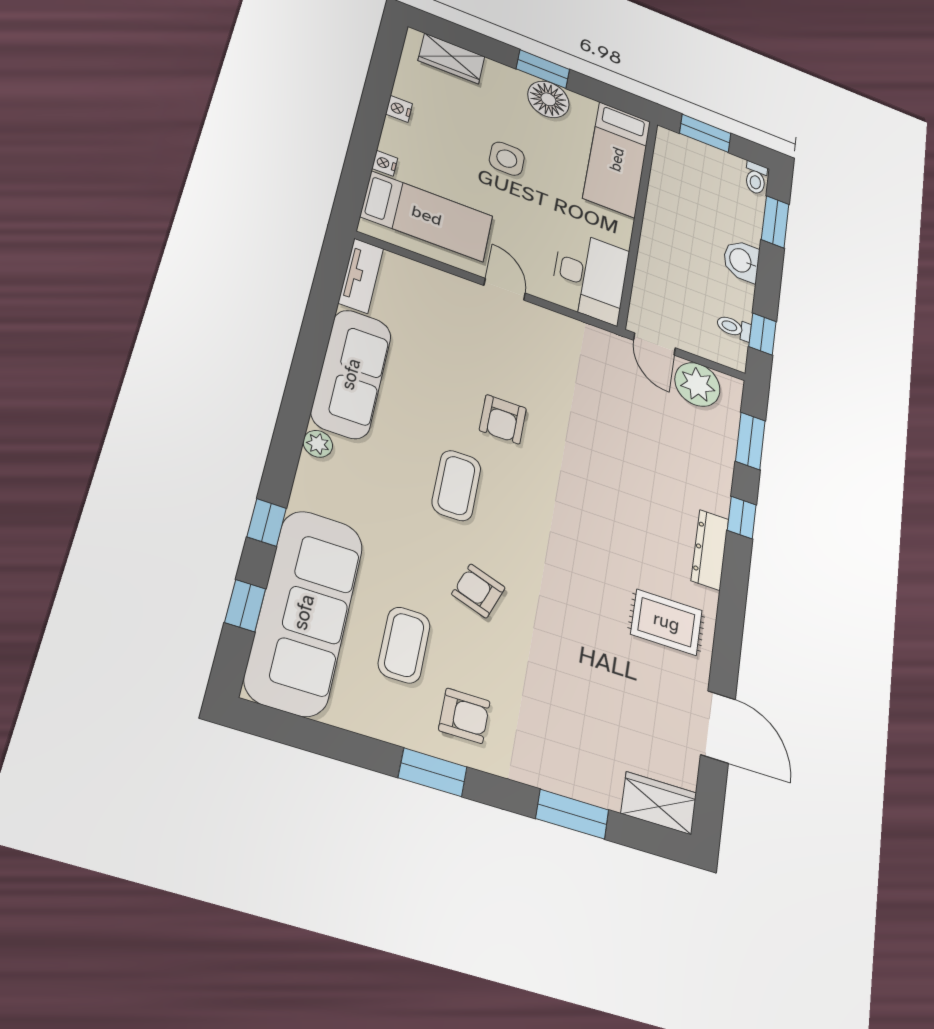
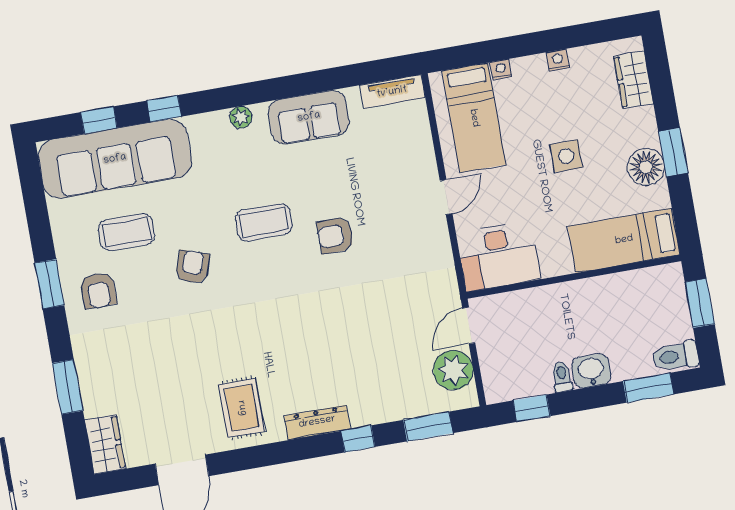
toilet: (756, 178) -> (675, 356), width x1.37, depth x1.39
toilet: (734, 328) -> (562, 377), moved
sofa: (351, 374) -> (309, 117), width x0.73

